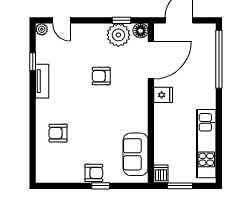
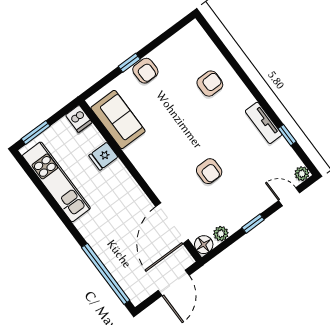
window: (122, 20) -> (253, 224), moved
plant: (118, 35) -> (221, 234), width x0.53, depth x0.53
armchair: (101, 76) -> (209, 171), turned 90
fridge: (163, 95) -> (103, 156), moved
armchair: (94, 173) -> (145, 71), turned -90
window: (180, 186) -> (36, 132), moved

